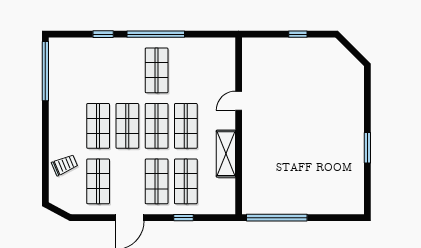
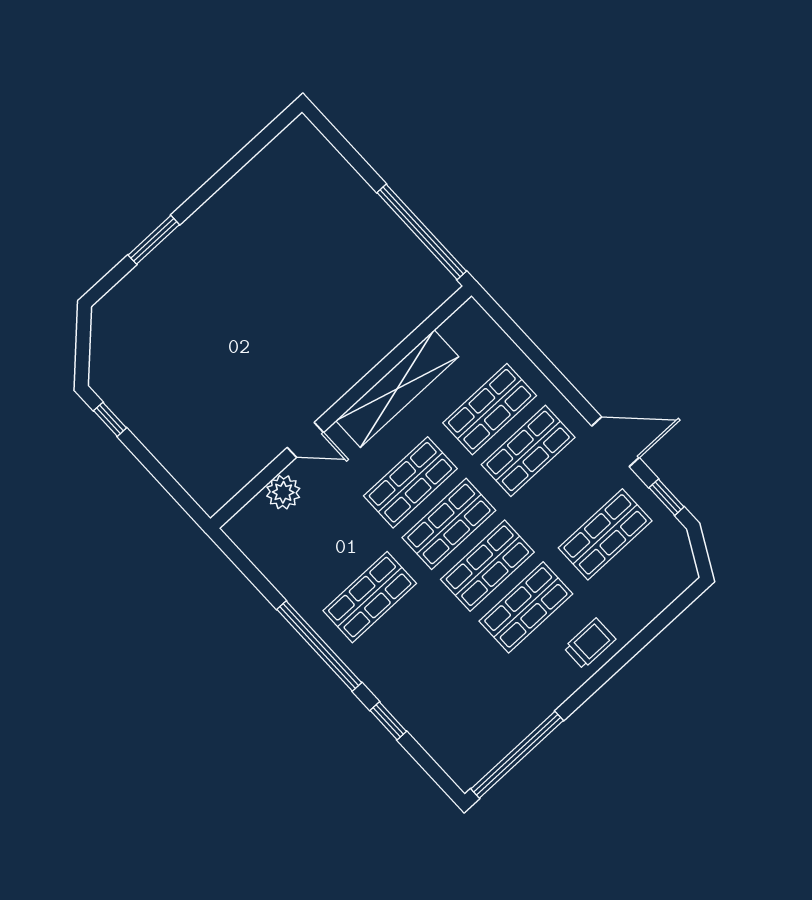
window: (298, 34) -> (110, 419), moved
plant: (226, 74) -> (283, 492), added
window: (367, 148) -> (154, 240), moved
shelving: (226, 154) -> (397, 389), width x1.47
trolley: (65, 165) -> (590, 644), moved, turned 113
window: (183, 218) -> (667, 497), moved

